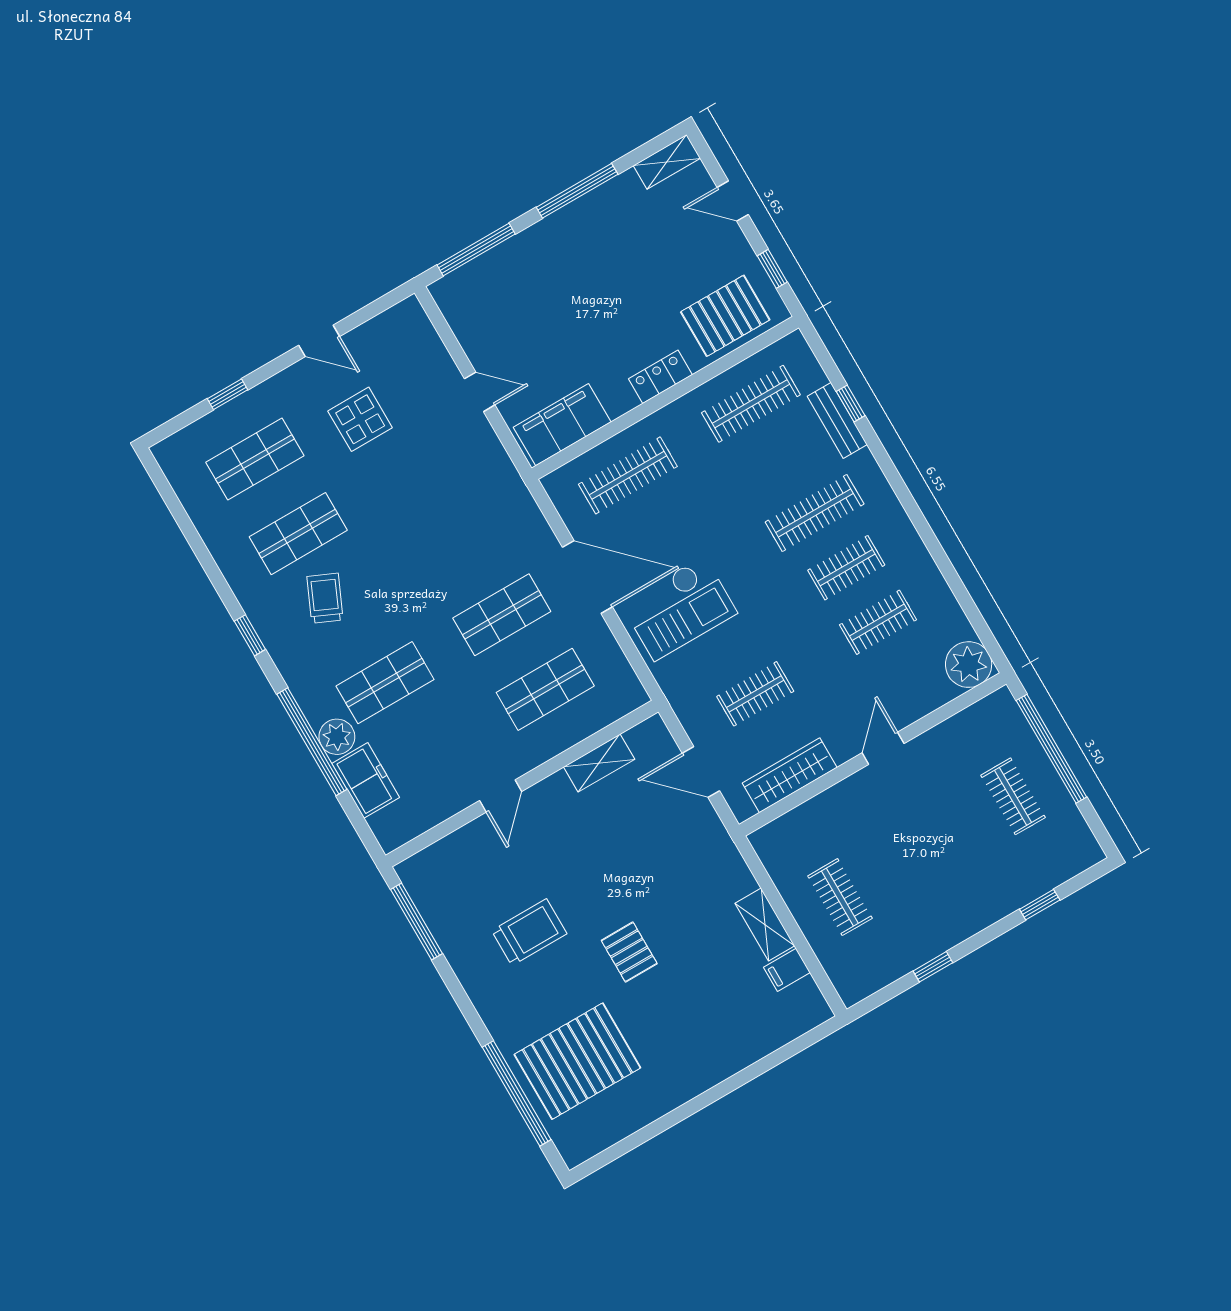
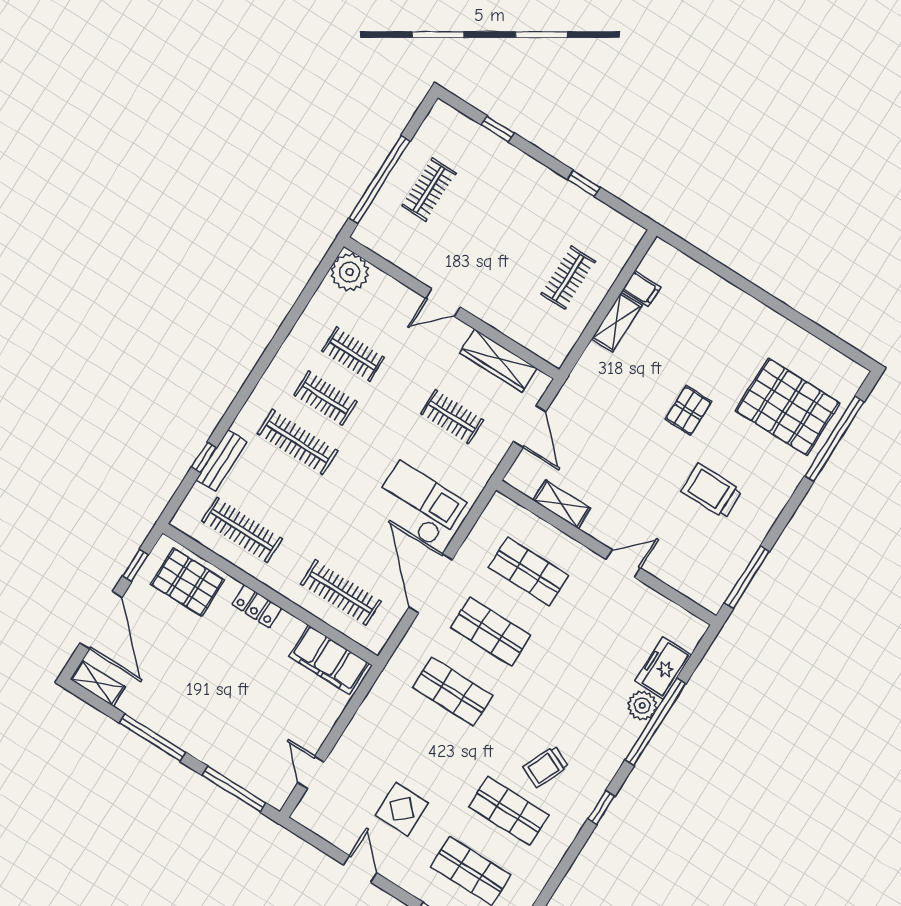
door: (733, 201) -> (101, 620), width x1.88
door: (480, 392) -> (311, 772), moved
shop shelf: (385, 683) -> (453, 692), moved

